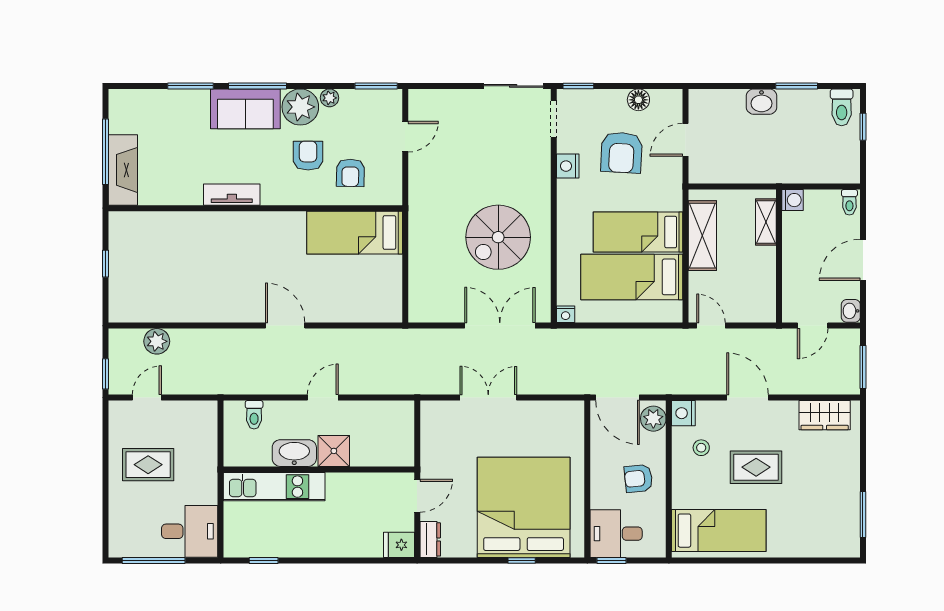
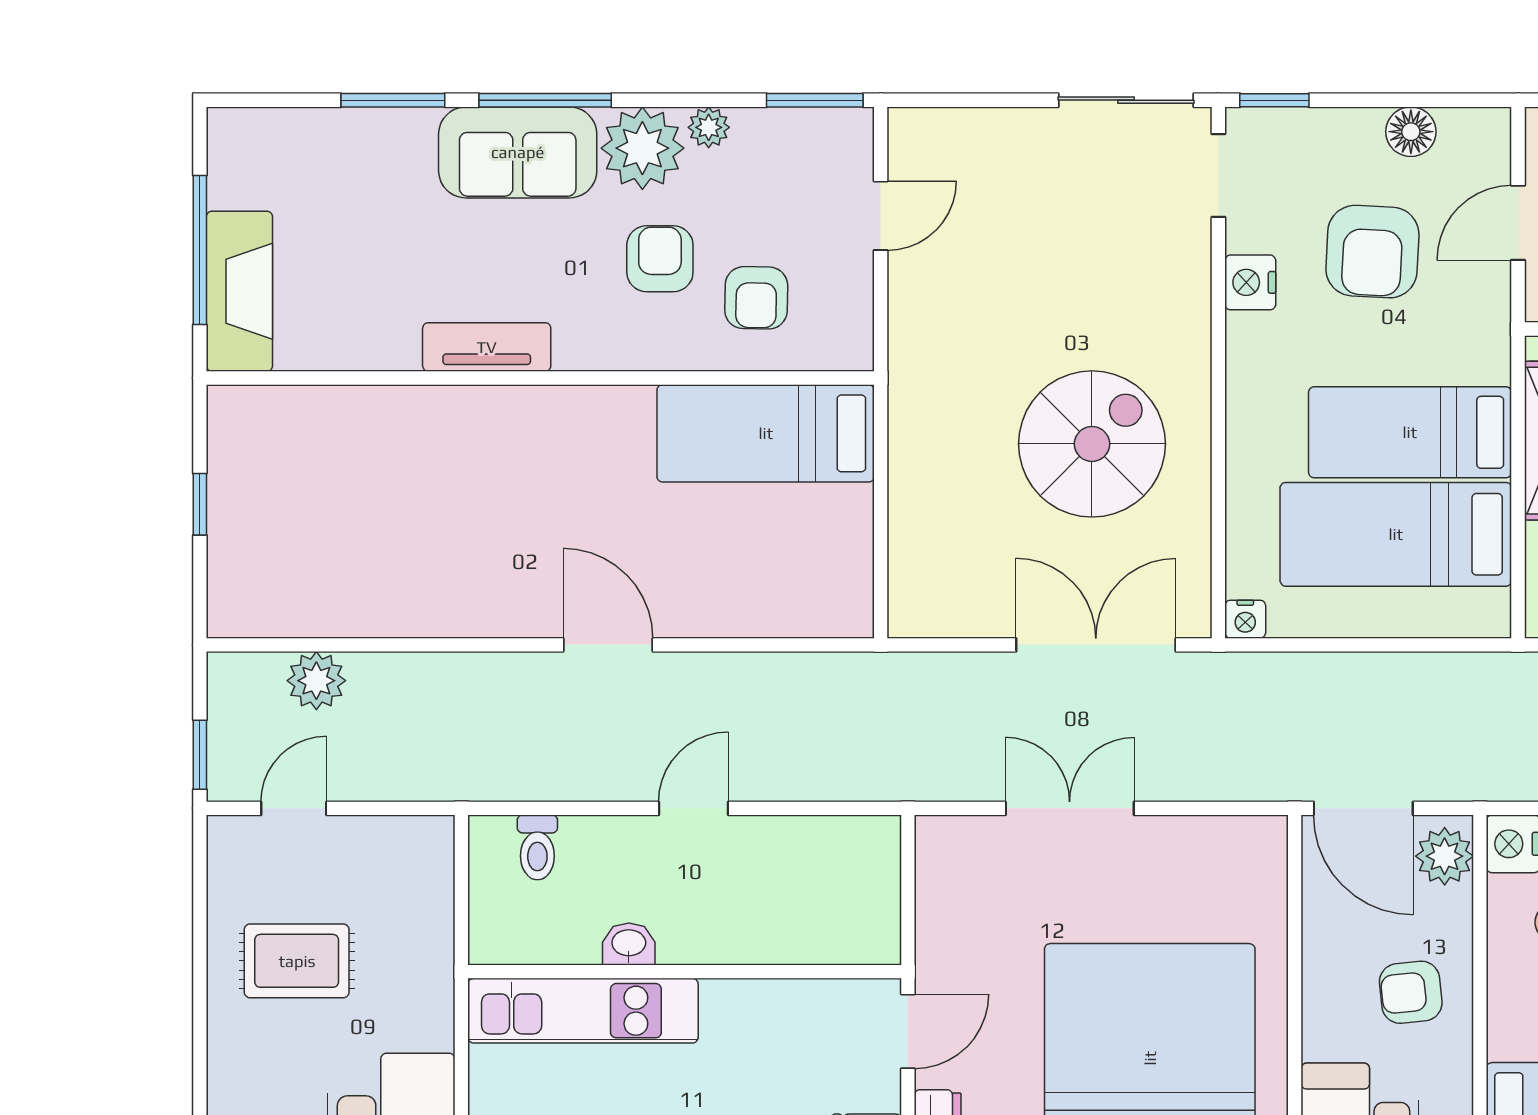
spiral stairs: (498, 237) -> (1092, 444), turned 180
shower: (334, 451) -> (719, 930), removed
washbasin: (294, 453) -> (629, 944), width x0.52, depth x0.69

